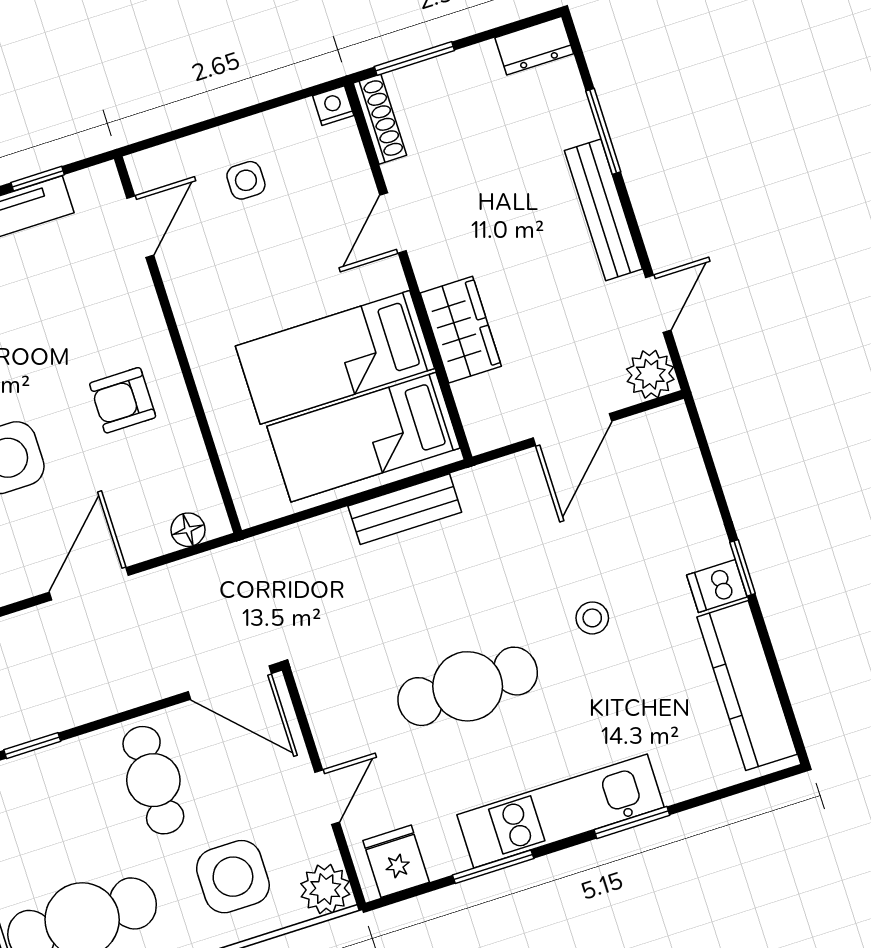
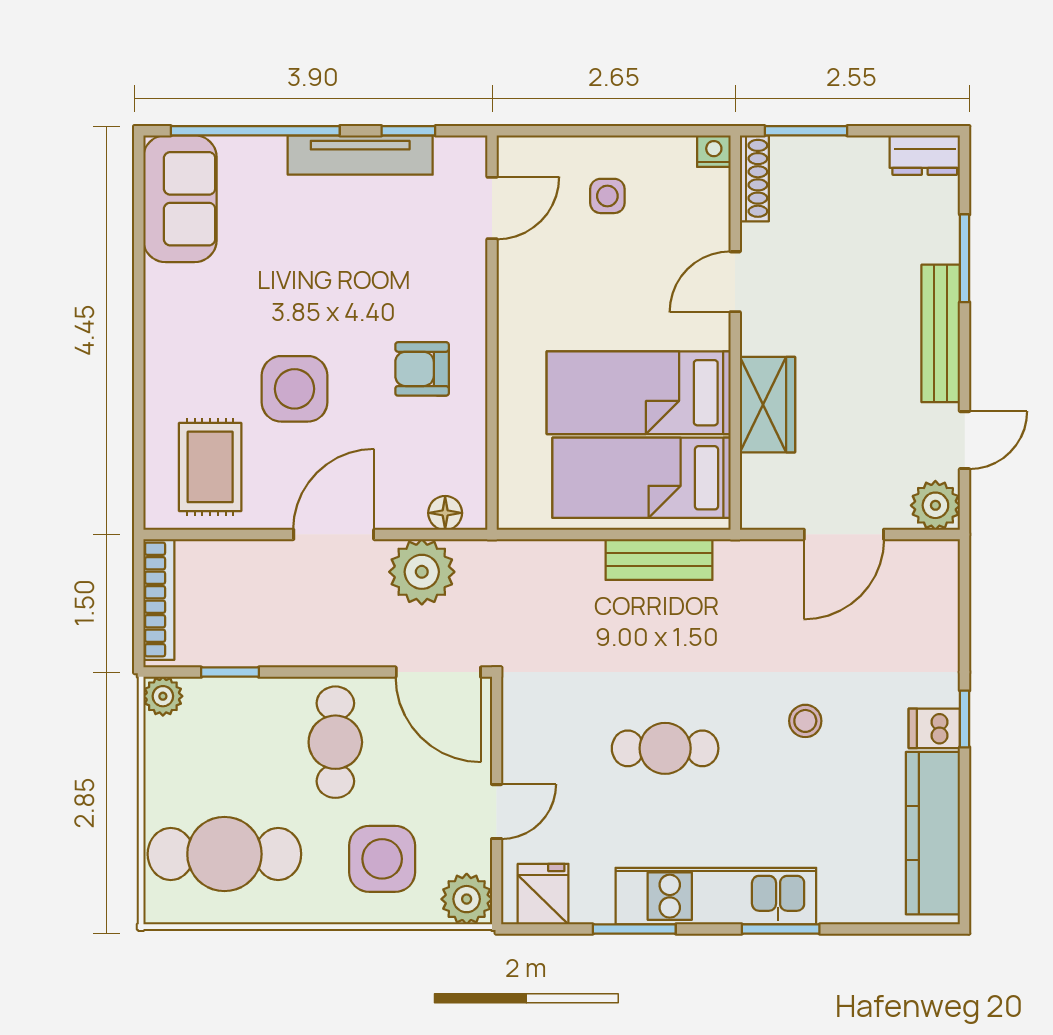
plant: (184, 593) -> (422, 572), added
cafe table: (468, 686) -> (665, 748), width x0.73, depth x0.74

